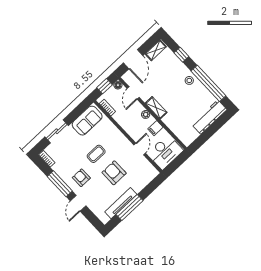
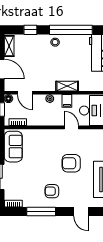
shelving: (156, 108) -> (67, 86), moved
coffee table: (96, 154) -> (44, 163), removed
door: (78, 203) -> (81, 211), moved

